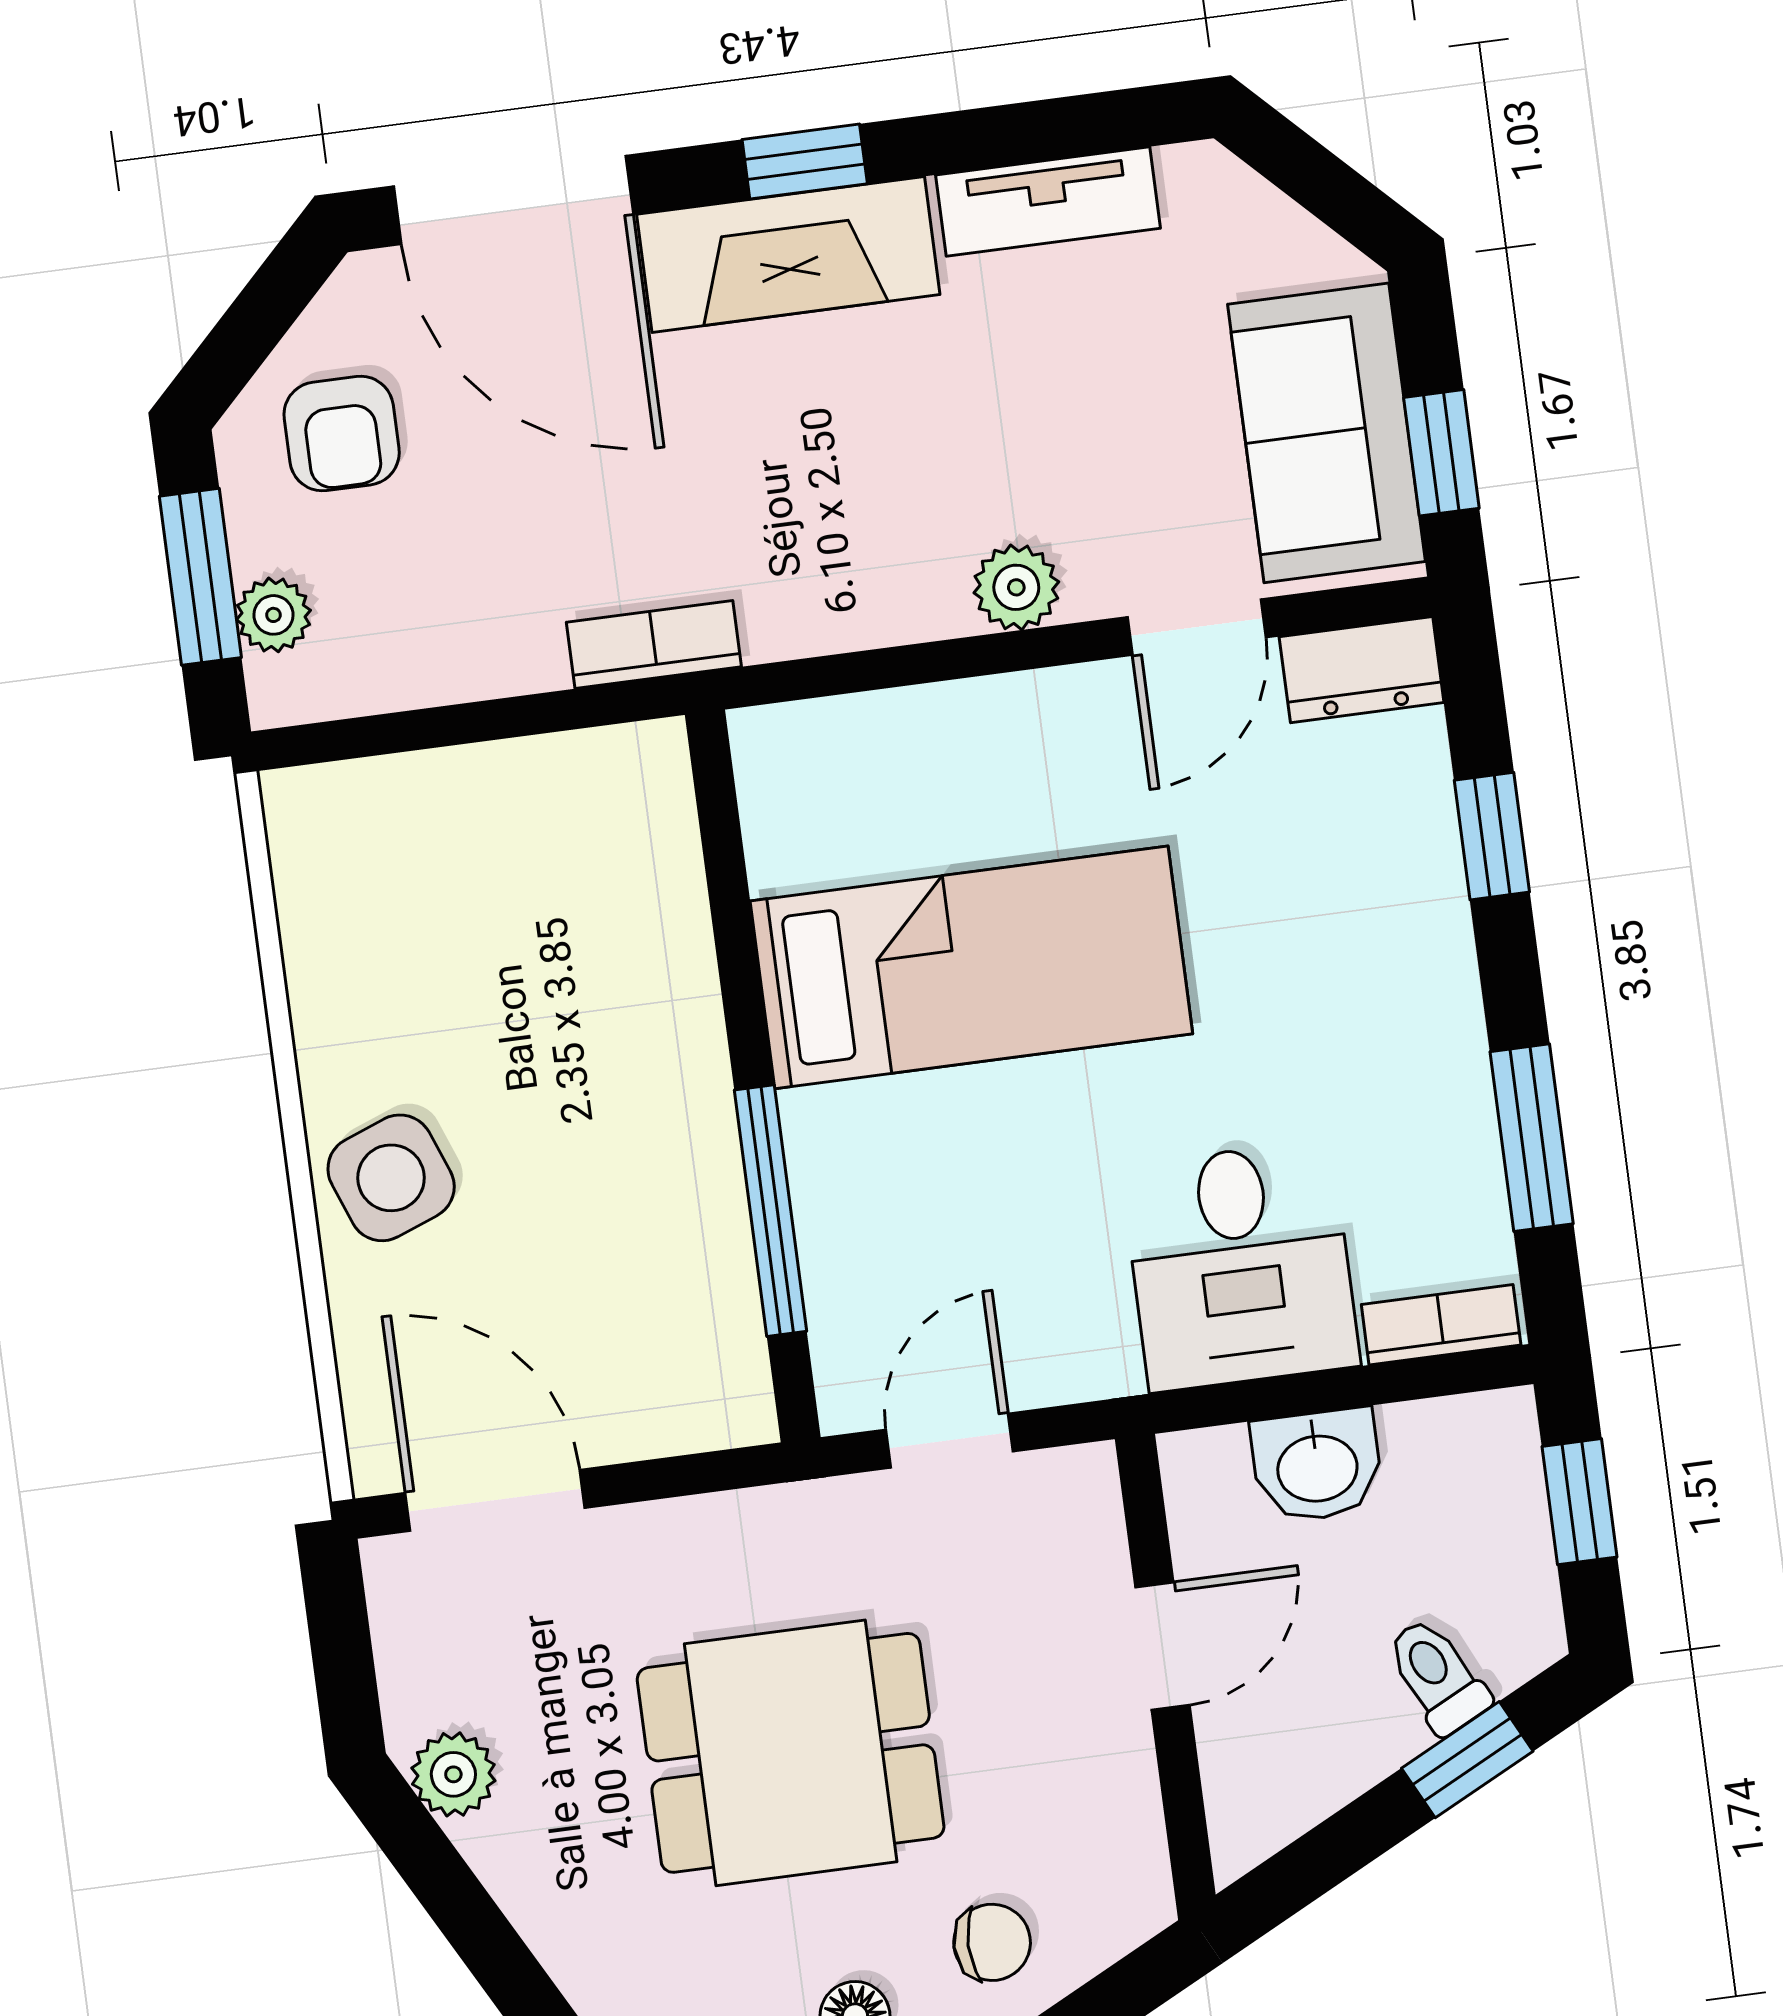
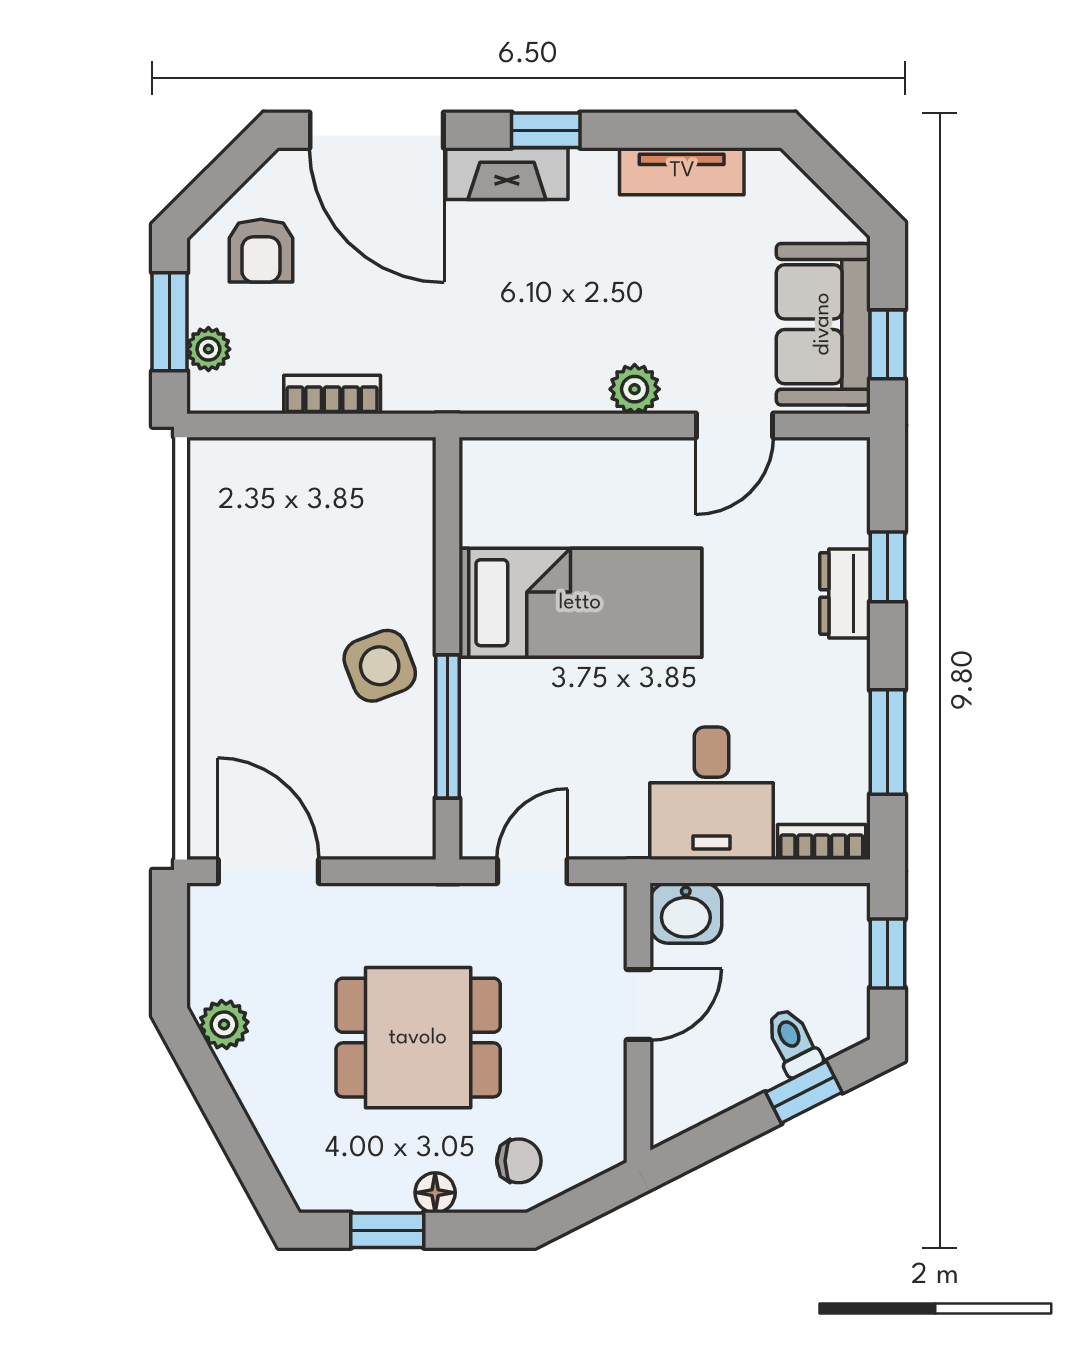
fireplace: (788, 254) -> (507, 174), width x0.73, depth x0.76
bookcase: (654, 645) -> (332, 395), moved
dresser: (1362, 670) -> (845, 593), moved, turned 90
side table: (391, 1178) -> (380, 666), moved
washbasin: (1317, 1465) -> (686, 913), moved

